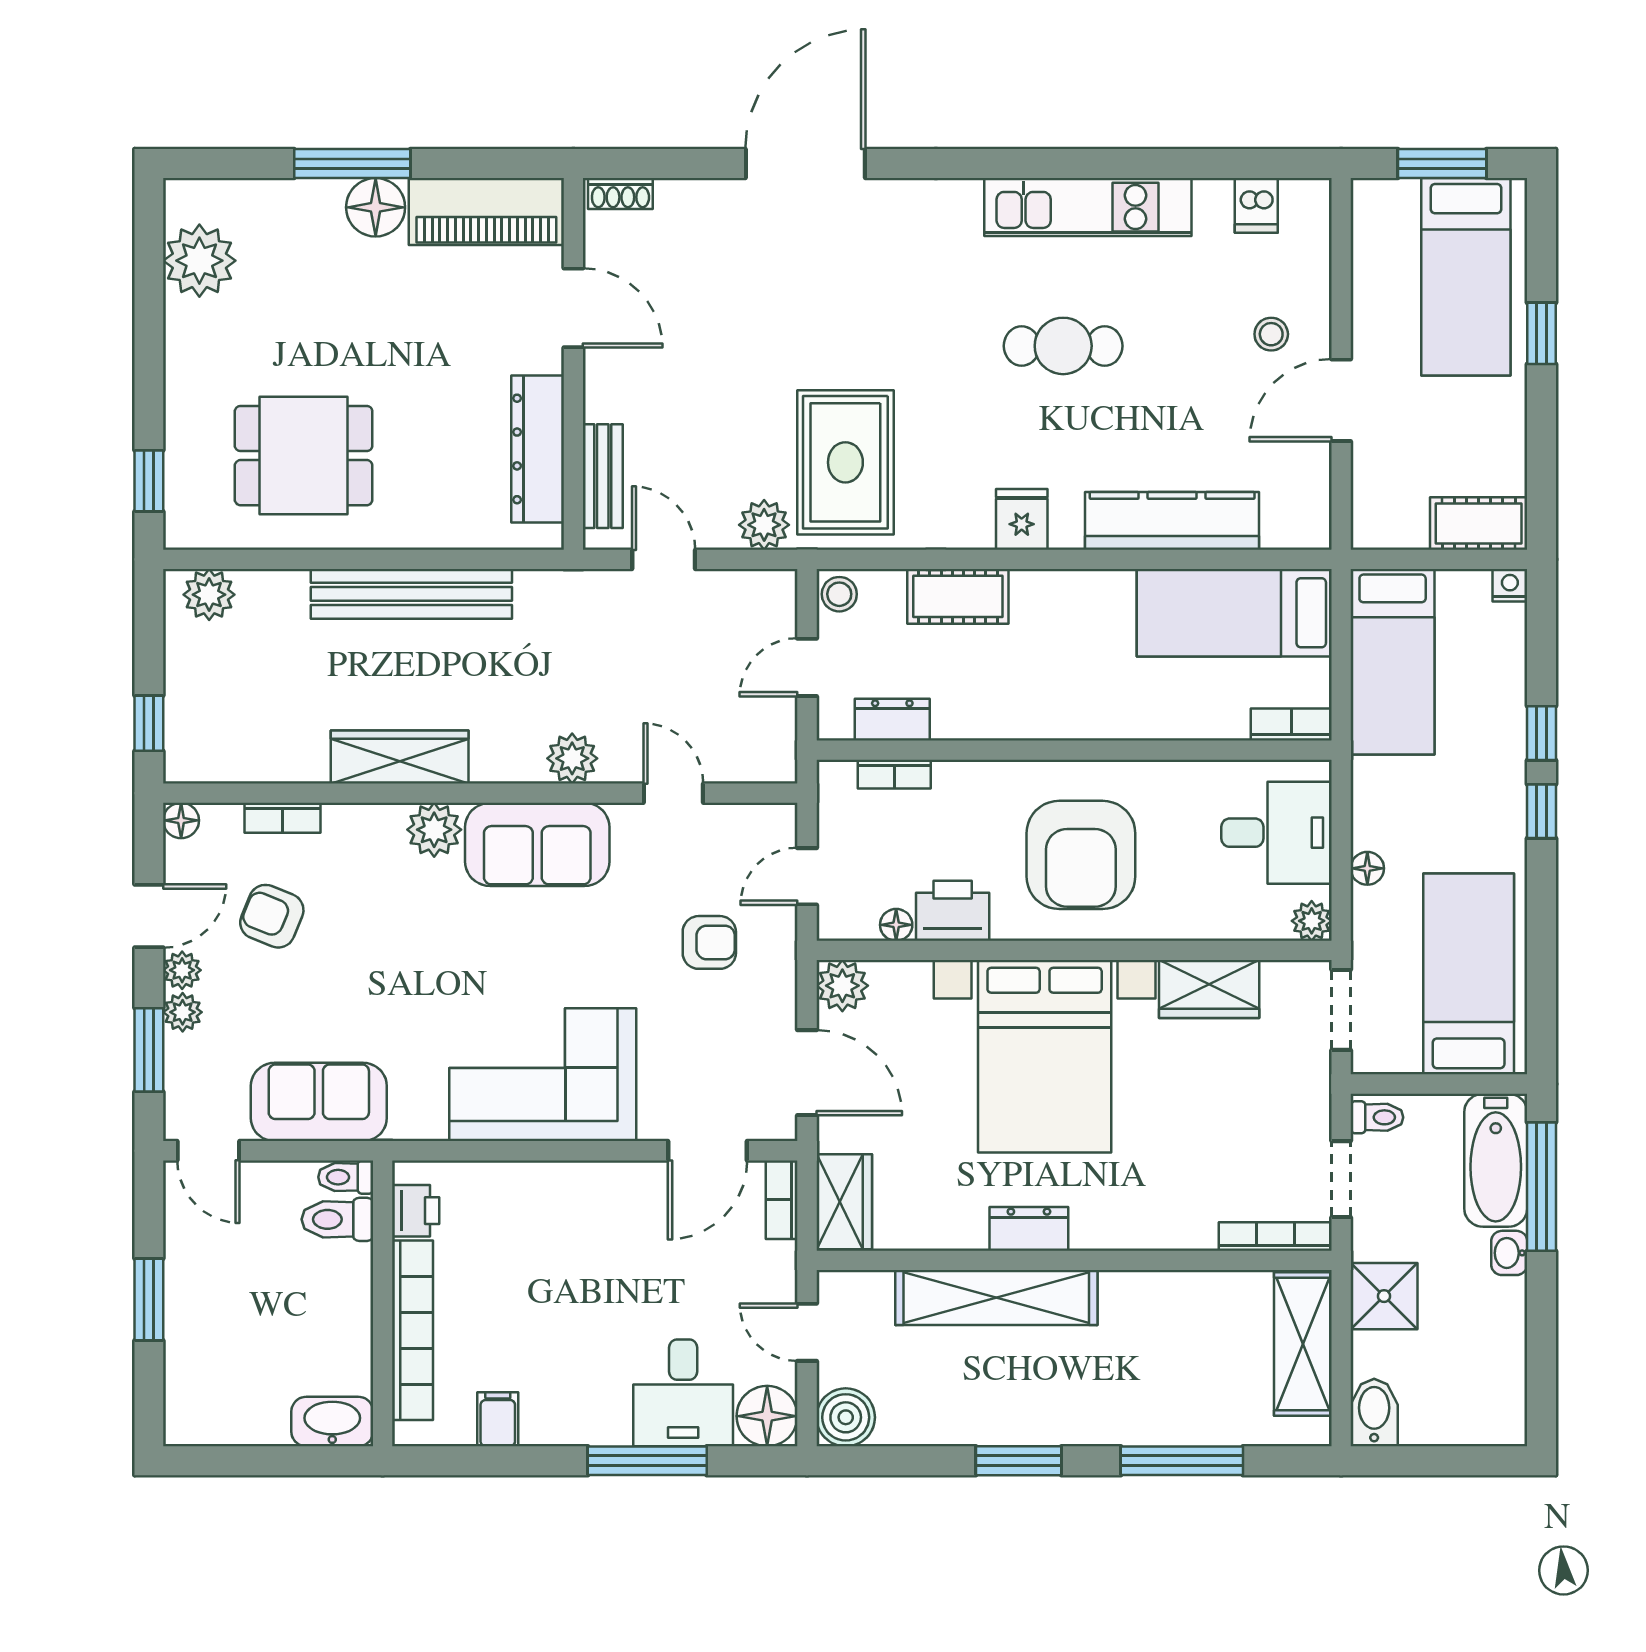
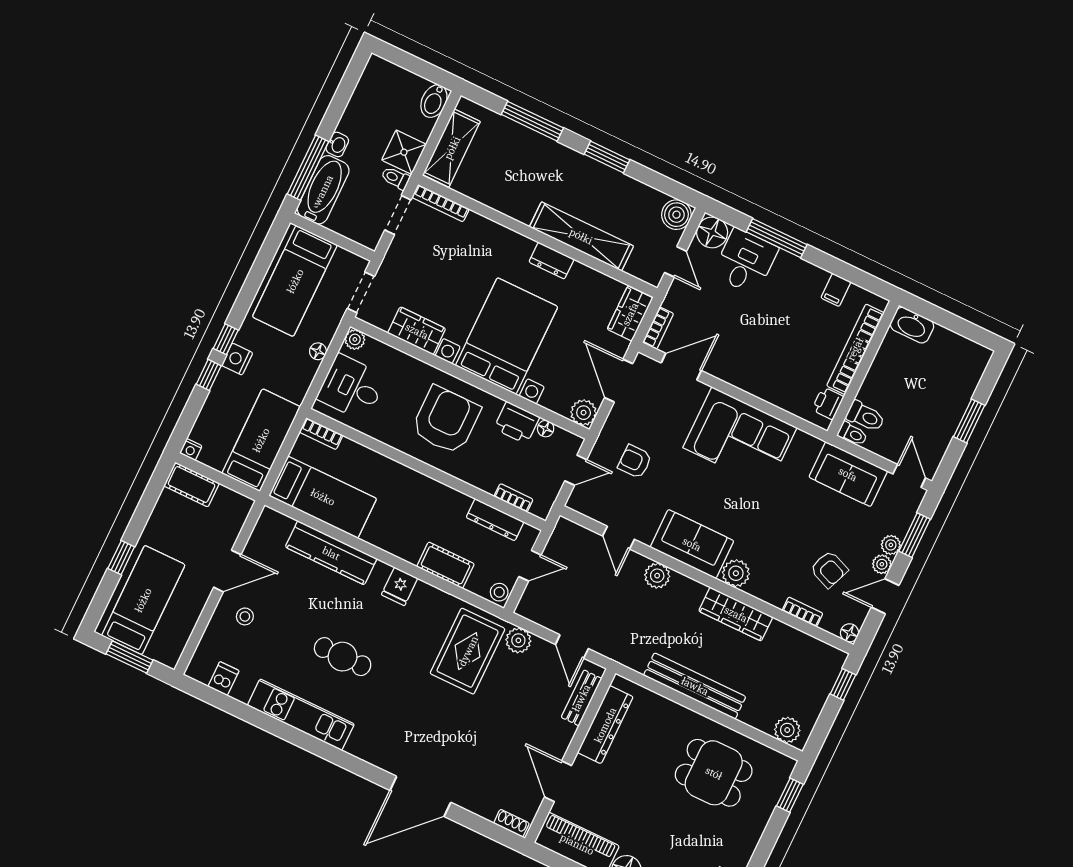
dresser: (892, 720) -> (495, 520), width x1.44
nightstand: (1504, 786) -> (237, 359), added
toilet: (1377, 1117) -> (395, 178), moved

